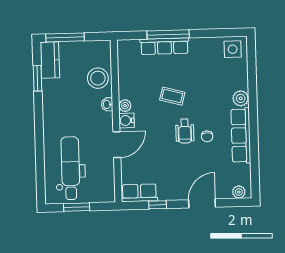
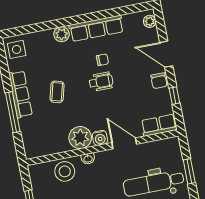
row of seats: (164, 46) -> (21, 94), moved
coffee table: (172, 96) -> (57, 92), moved
plant: (125, 106) -> (80, 138), width x1.87, depth x1.87
chair: (176, 191) -> (159, 81), added
row of seats: (139, 193) -> (159, 125), moved, turned 90

